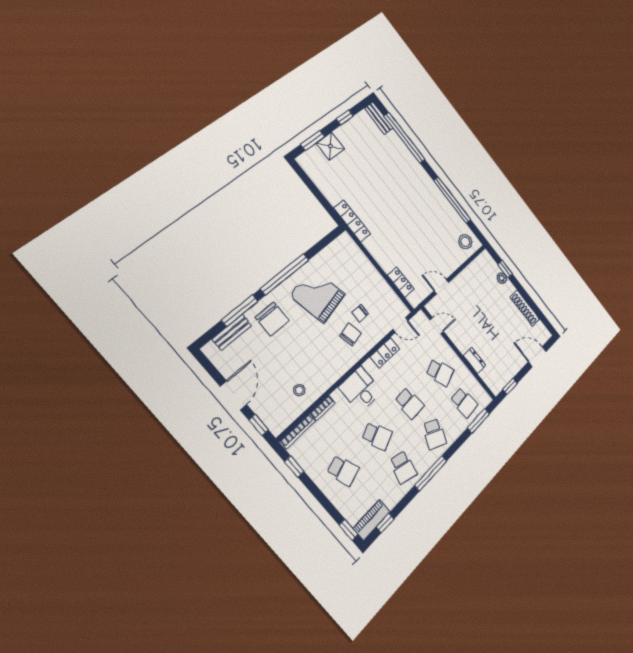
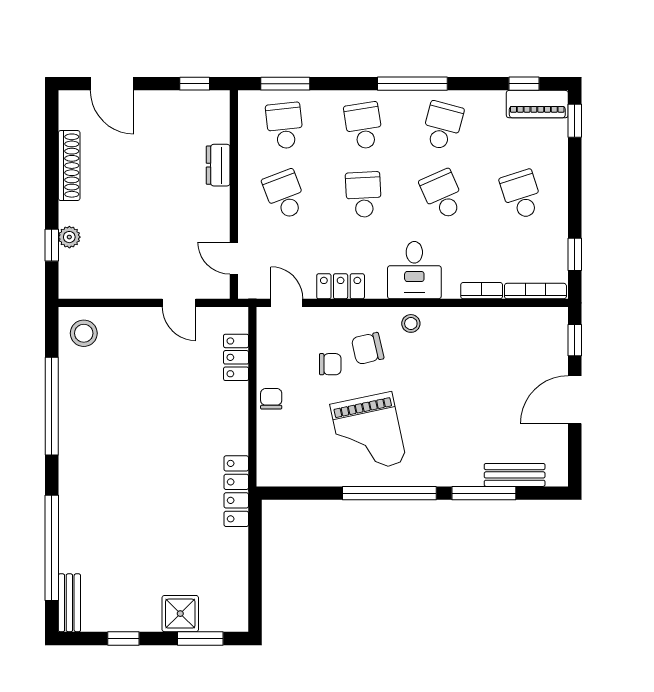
chair: (272, 319) -> (271, 399), moved, width x0.54, depth x0.54
stool: (299, 390) -> (411, 323), moved
school desk: (434, 434) -> (364, 126), turned -33

